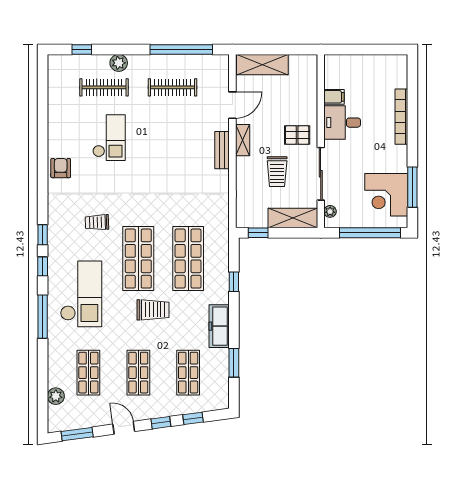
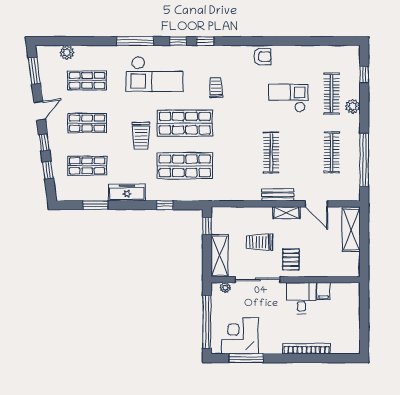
checkout: (109, 138) -> (288, 98), turned 180
clothes rail: (173, 158) -> (271, 153), added

